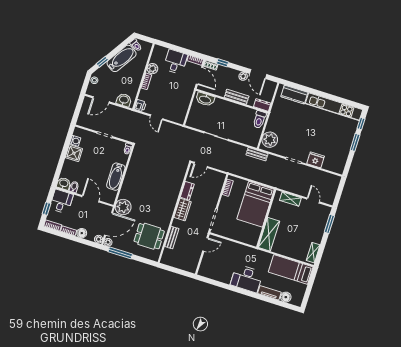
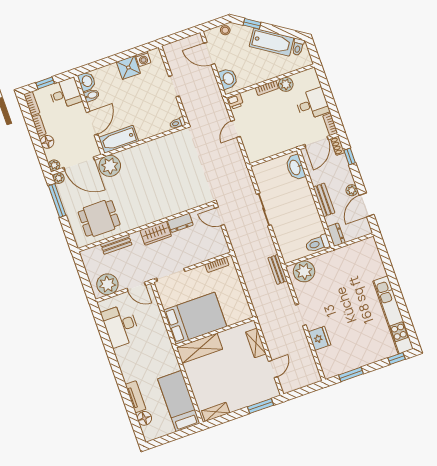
kitchen counter: (294, 95) -> (374, 261), removed
window: (355, 142) -> (351, 374), moved
bathtub: (116, 177) -> (119, 139), moved
bed: (256, 204) -> (195, 318), moved, turned 180
dining table: (149, 236) -> (99, 218), turned 90
plant: (191, 260) -> (107, 284), added
desk: (247, 279) -> (121, 326), moved

